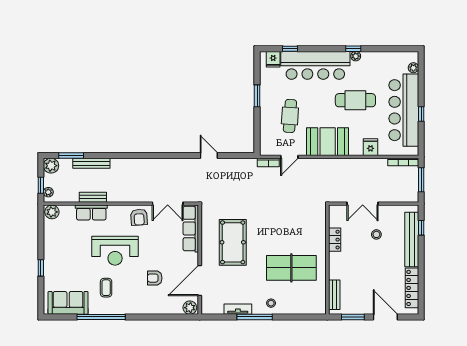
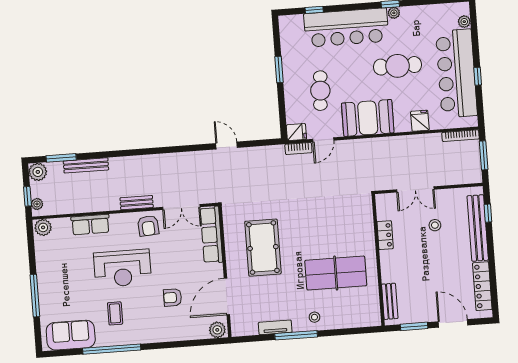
fridge: (273, 59) -> (296, 132), moved, turned -90
bench: (93, 197) -> (137, 203), moved
window: (41, 268) -> (35, 296), width x2.17

